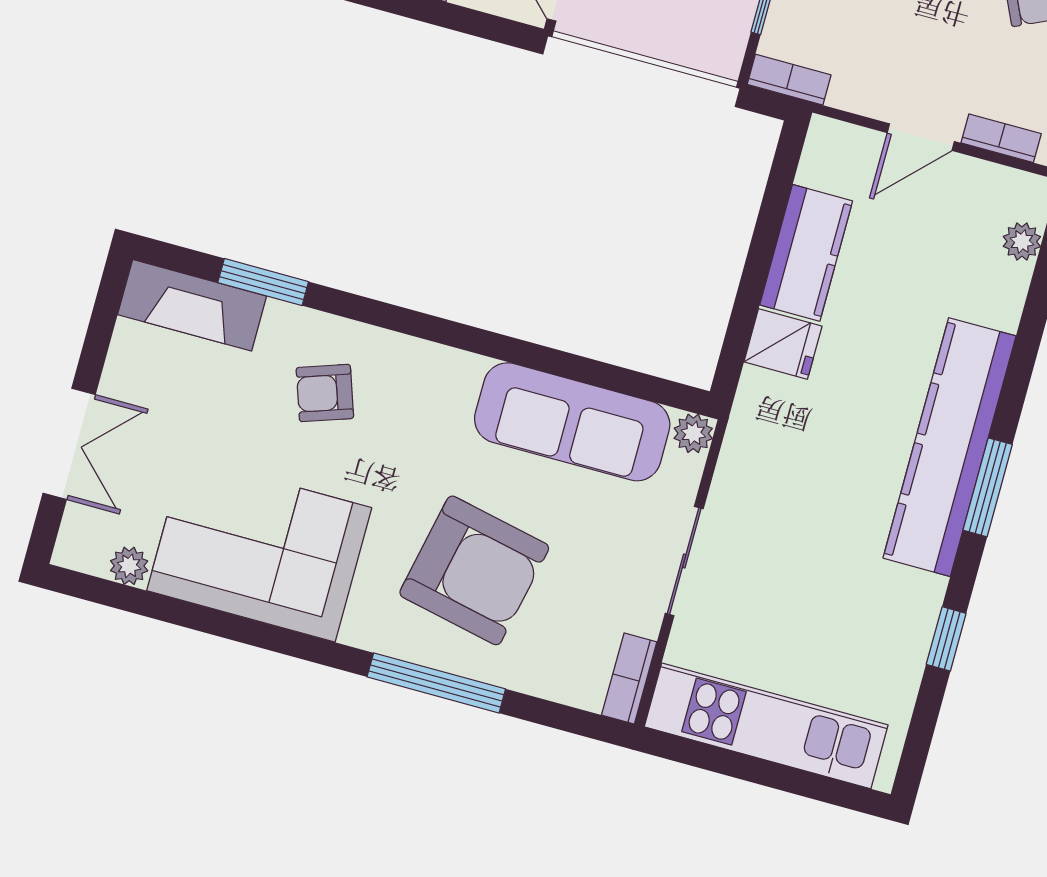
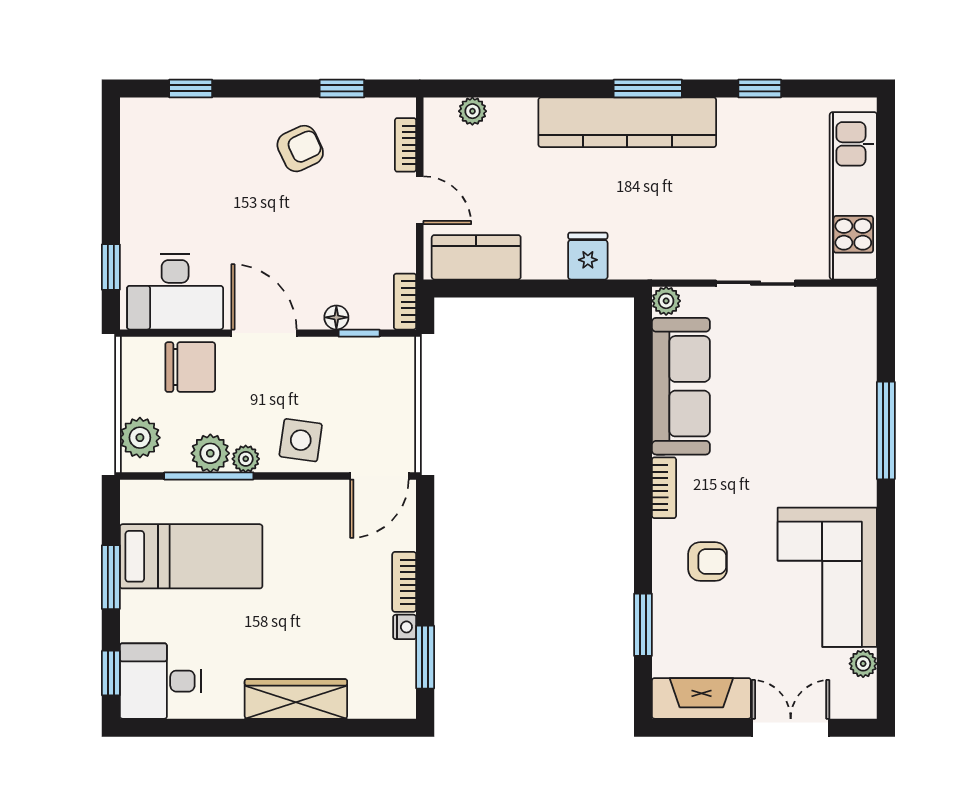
kitchen counter: (806, 253) -> (476, 257), moved
fireplace: (192, 305) -> (701, 698), moved, turned -90
armchair: (325, 393) -> (708, 562), turned -71
armchair: (474, 570) -> (801, 426), removed
bookcase: (629, 678) -> (664, 488), moved, turned -90

